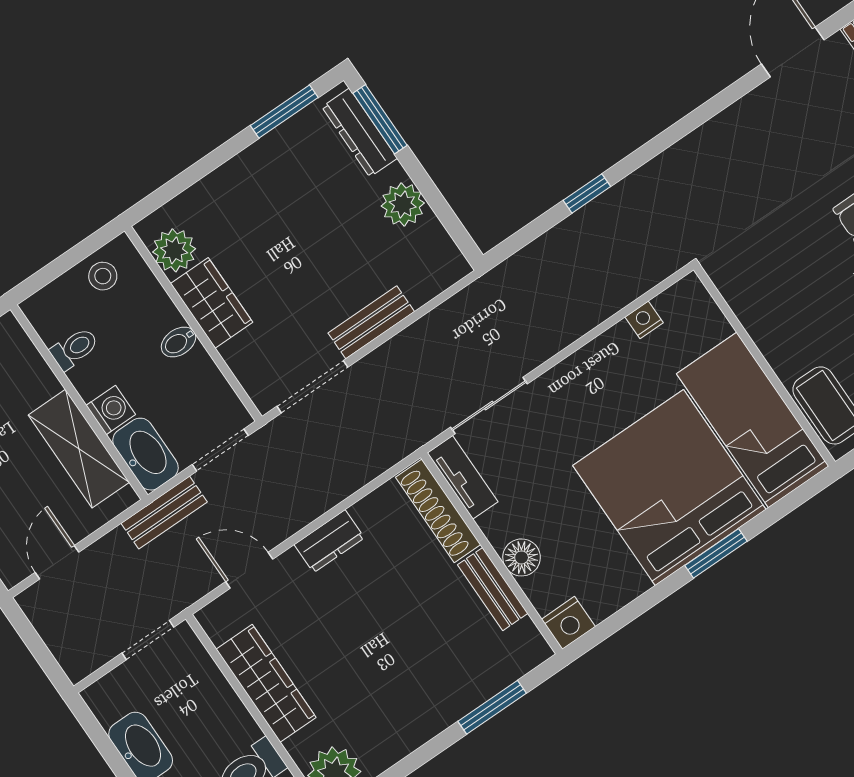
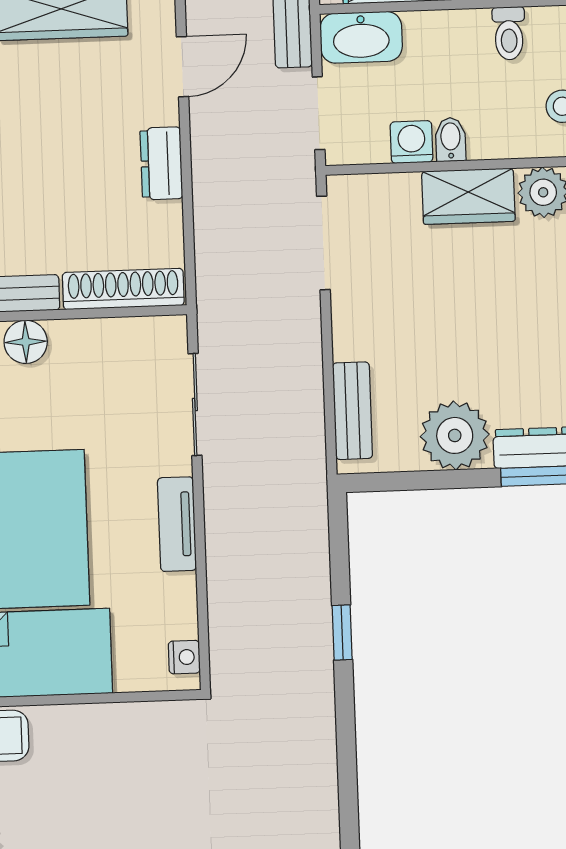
plant: (403, 204) -> (455, 435), width x1.36, depth x1.36
nightstand: (644, 320) -> (184, 657), moved
bench: (371, 322) -> (352, 411), moved
washing machine: (111, 410) -> (411, 142), moved, turned 180
tv unit: (463, 477) -> (177, 524), moved, turned 90

